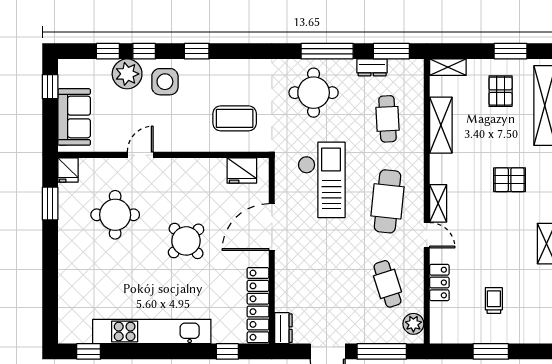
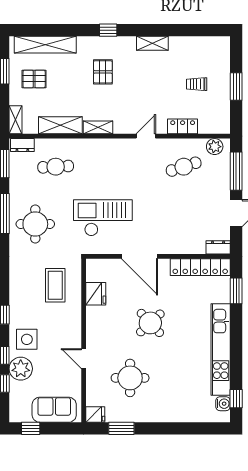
dresser: (372, 67) -> (22, 145), moved, turned 90
fridge: (242, 170) -> (96, 294), moved
cafe table: (387, 201) -> (120, 167), removed
shelving: (438, 203) -> (98, 127), moved
water cooler: (82, 335) -> (223, 404), added
window: (227, 351) -> (236, 291), width x1.50

